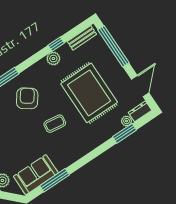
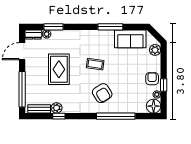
plant: (53, 59) -> (57, 108), moved
rug: (89, 93) -> (59, 69), width x0.73, depth x0.69
armchair: (27, 98) -> (102, 93), turned -68
window: (55, 180) -> (110, 27), moved

